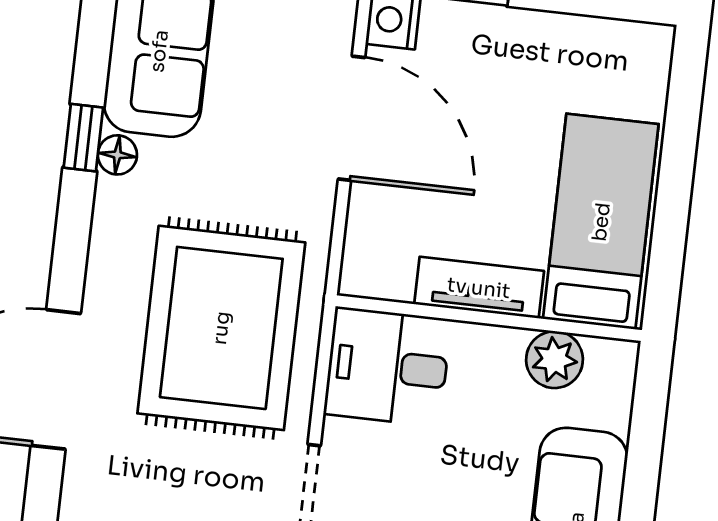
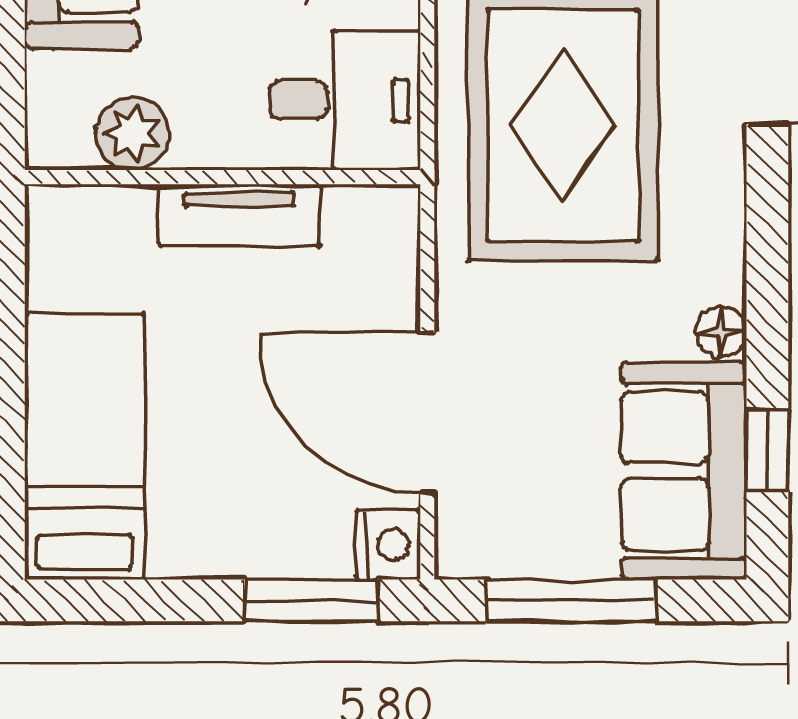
window: (83, 138) -> (767, 450), moved
bed: (601, 222) -> (85, 447), moved, turned 180

